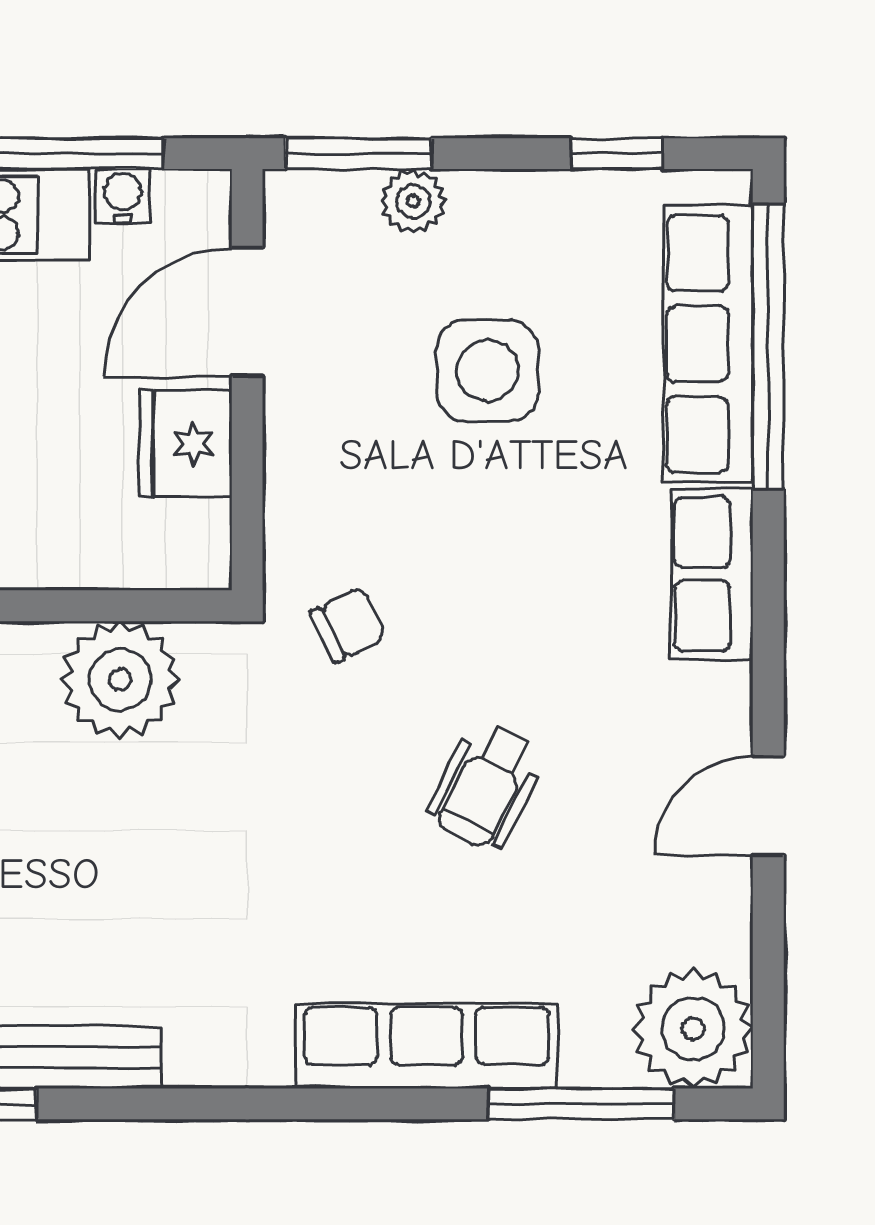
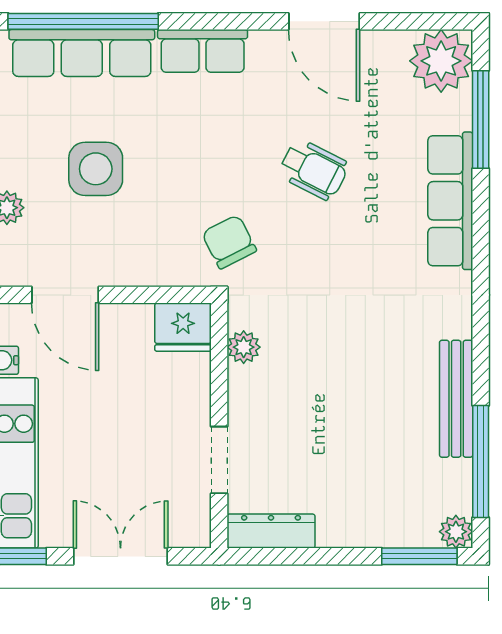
fridge: (186, 443) -> (183, 327), moved
chair: (348, 625) -> (229, 242), width x1.37, depth x1.37
plant: (120, 680) -> (244, 347), width x0.53, depth x0.53
door: (768, 806) -> (324, 21), width x1.37

